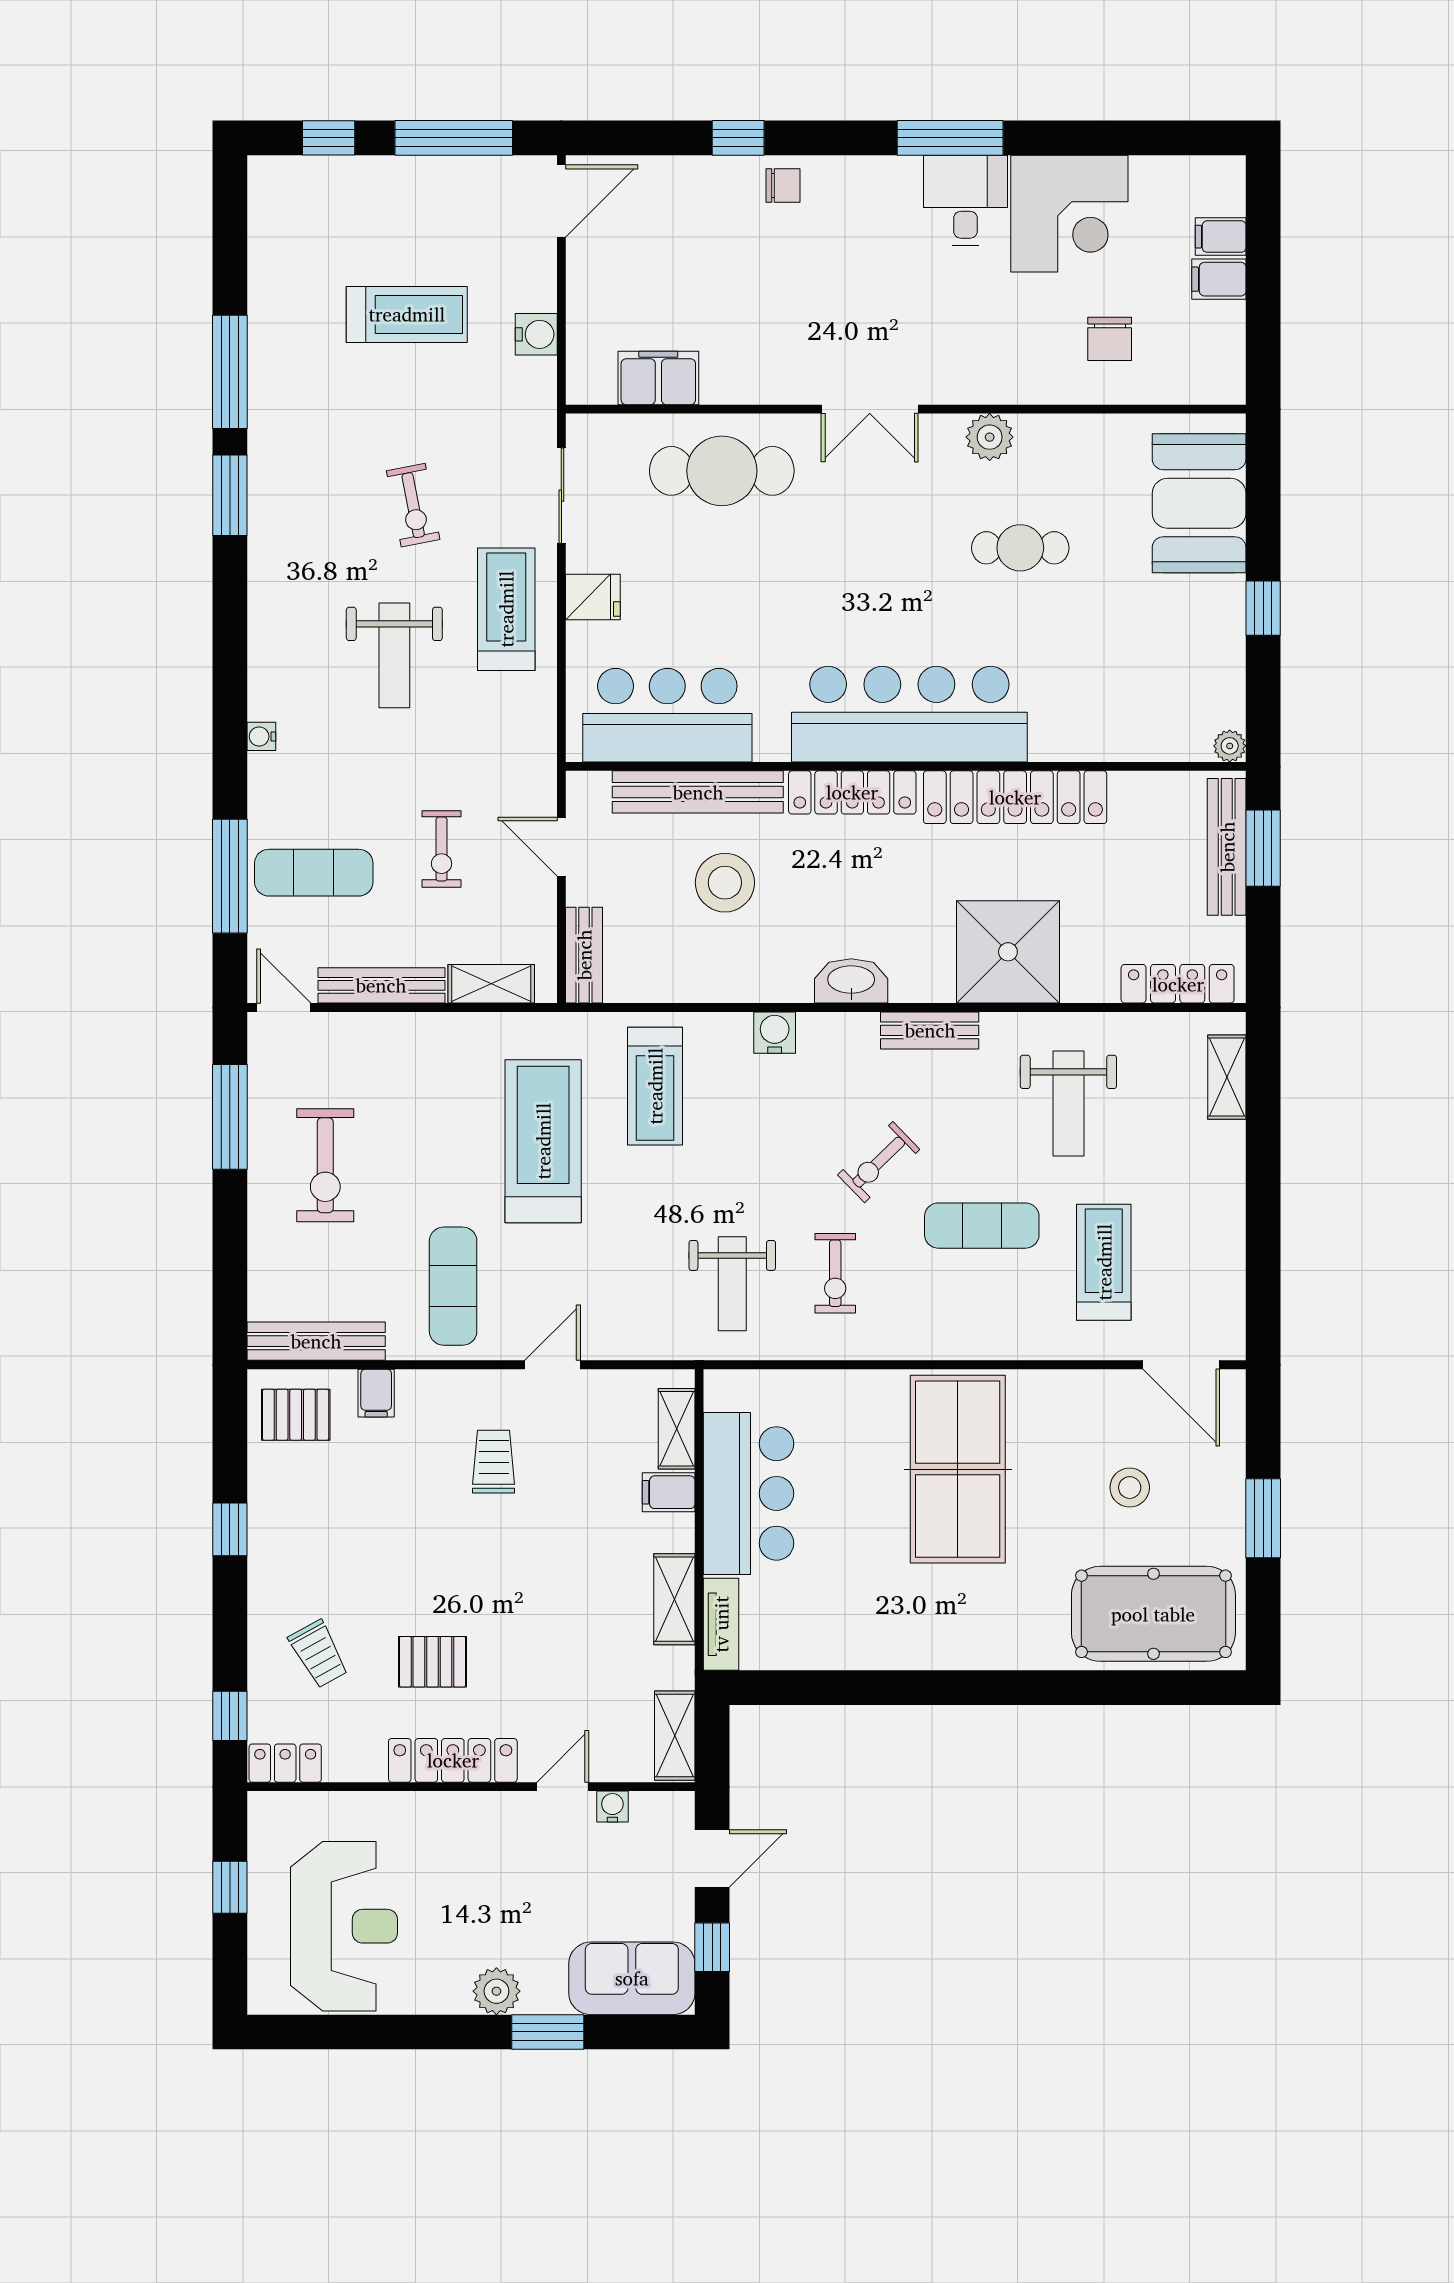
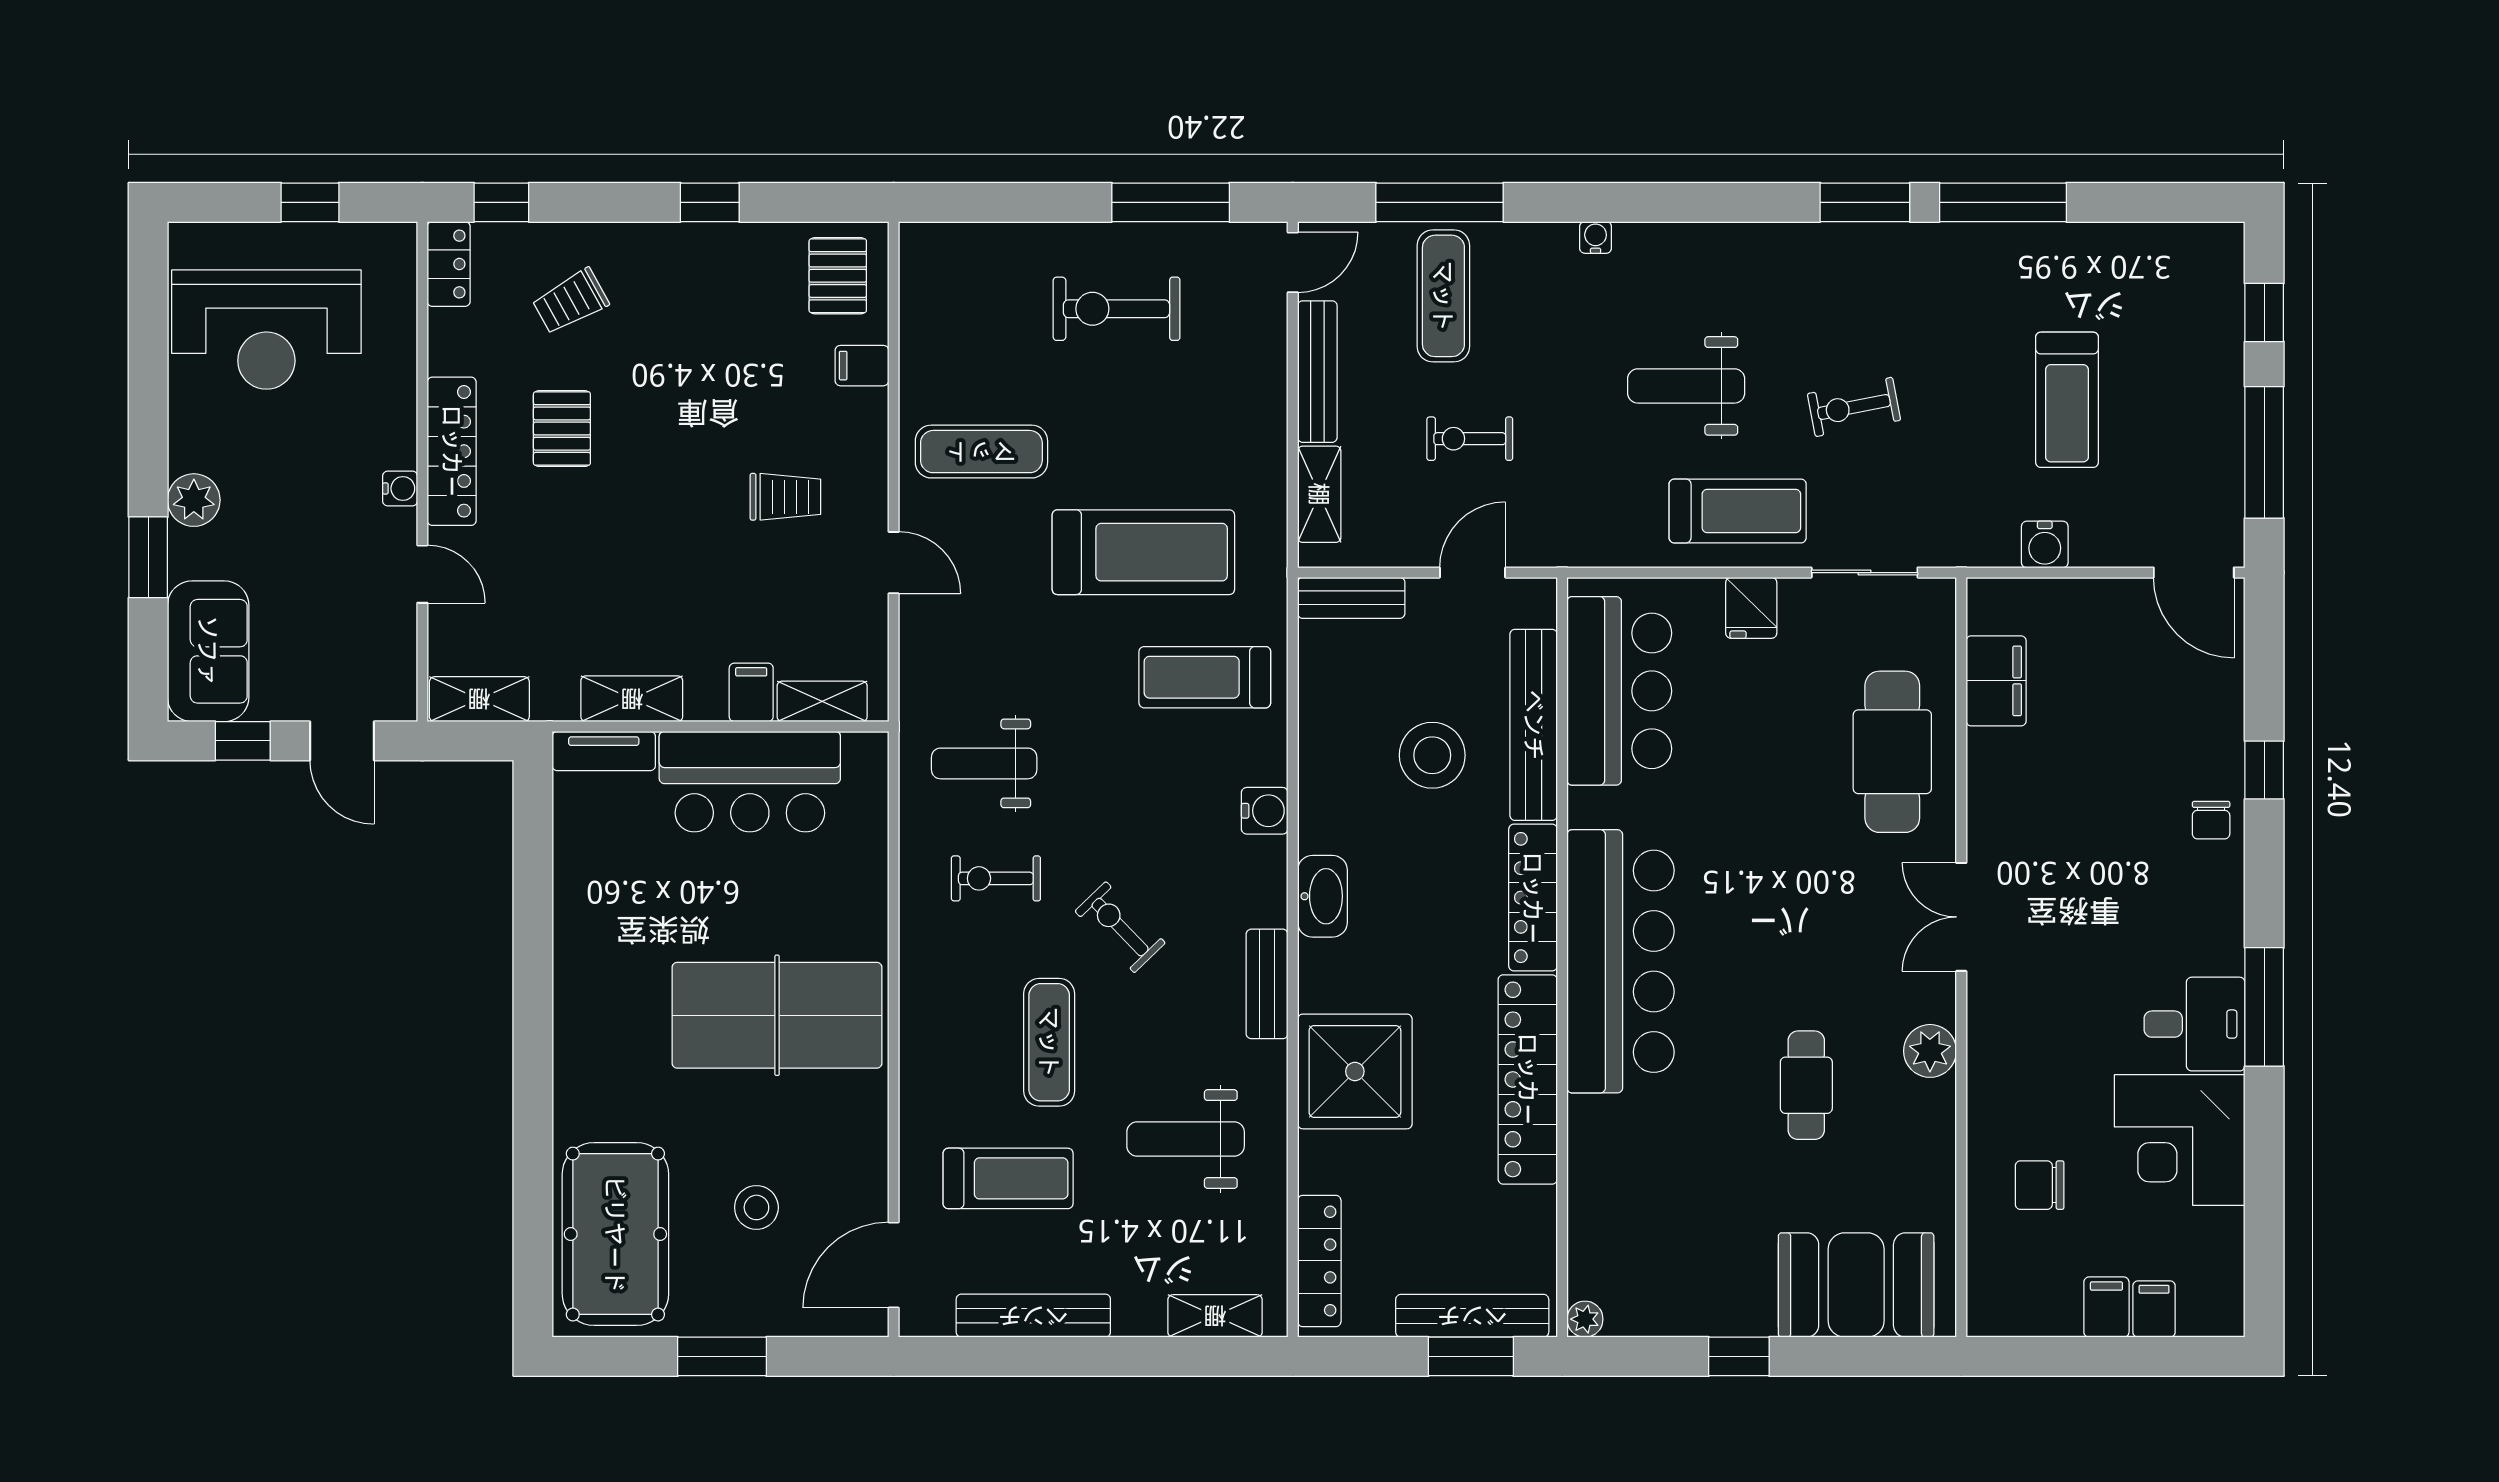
bench: (316, 1341) -> (1033, 1316), moved, turned 90
water cooler: (612, 1807) -> (400, 488), moved

